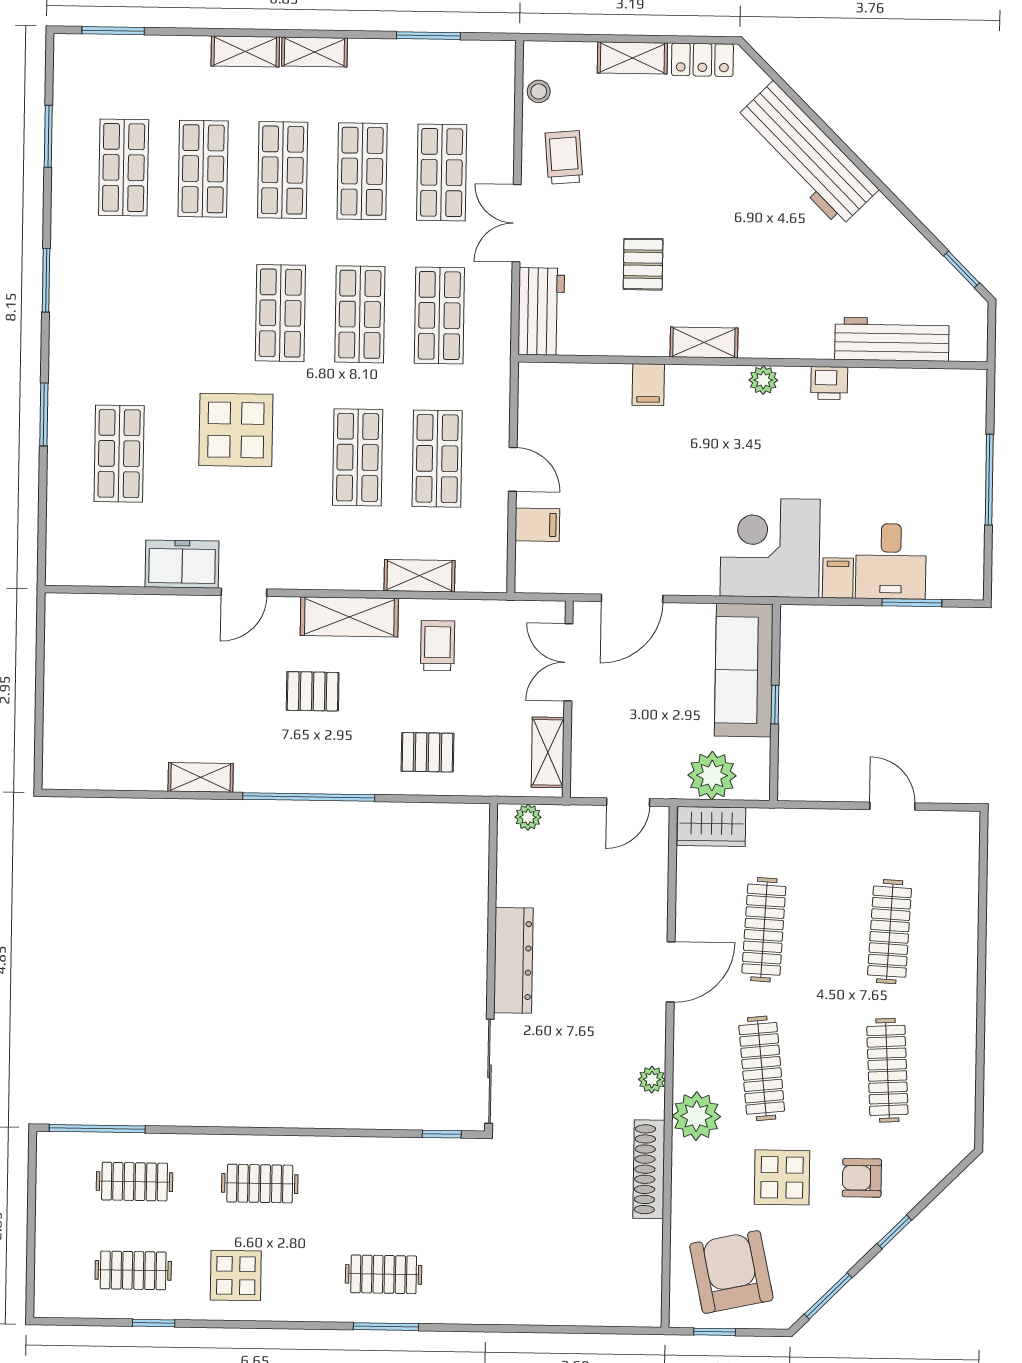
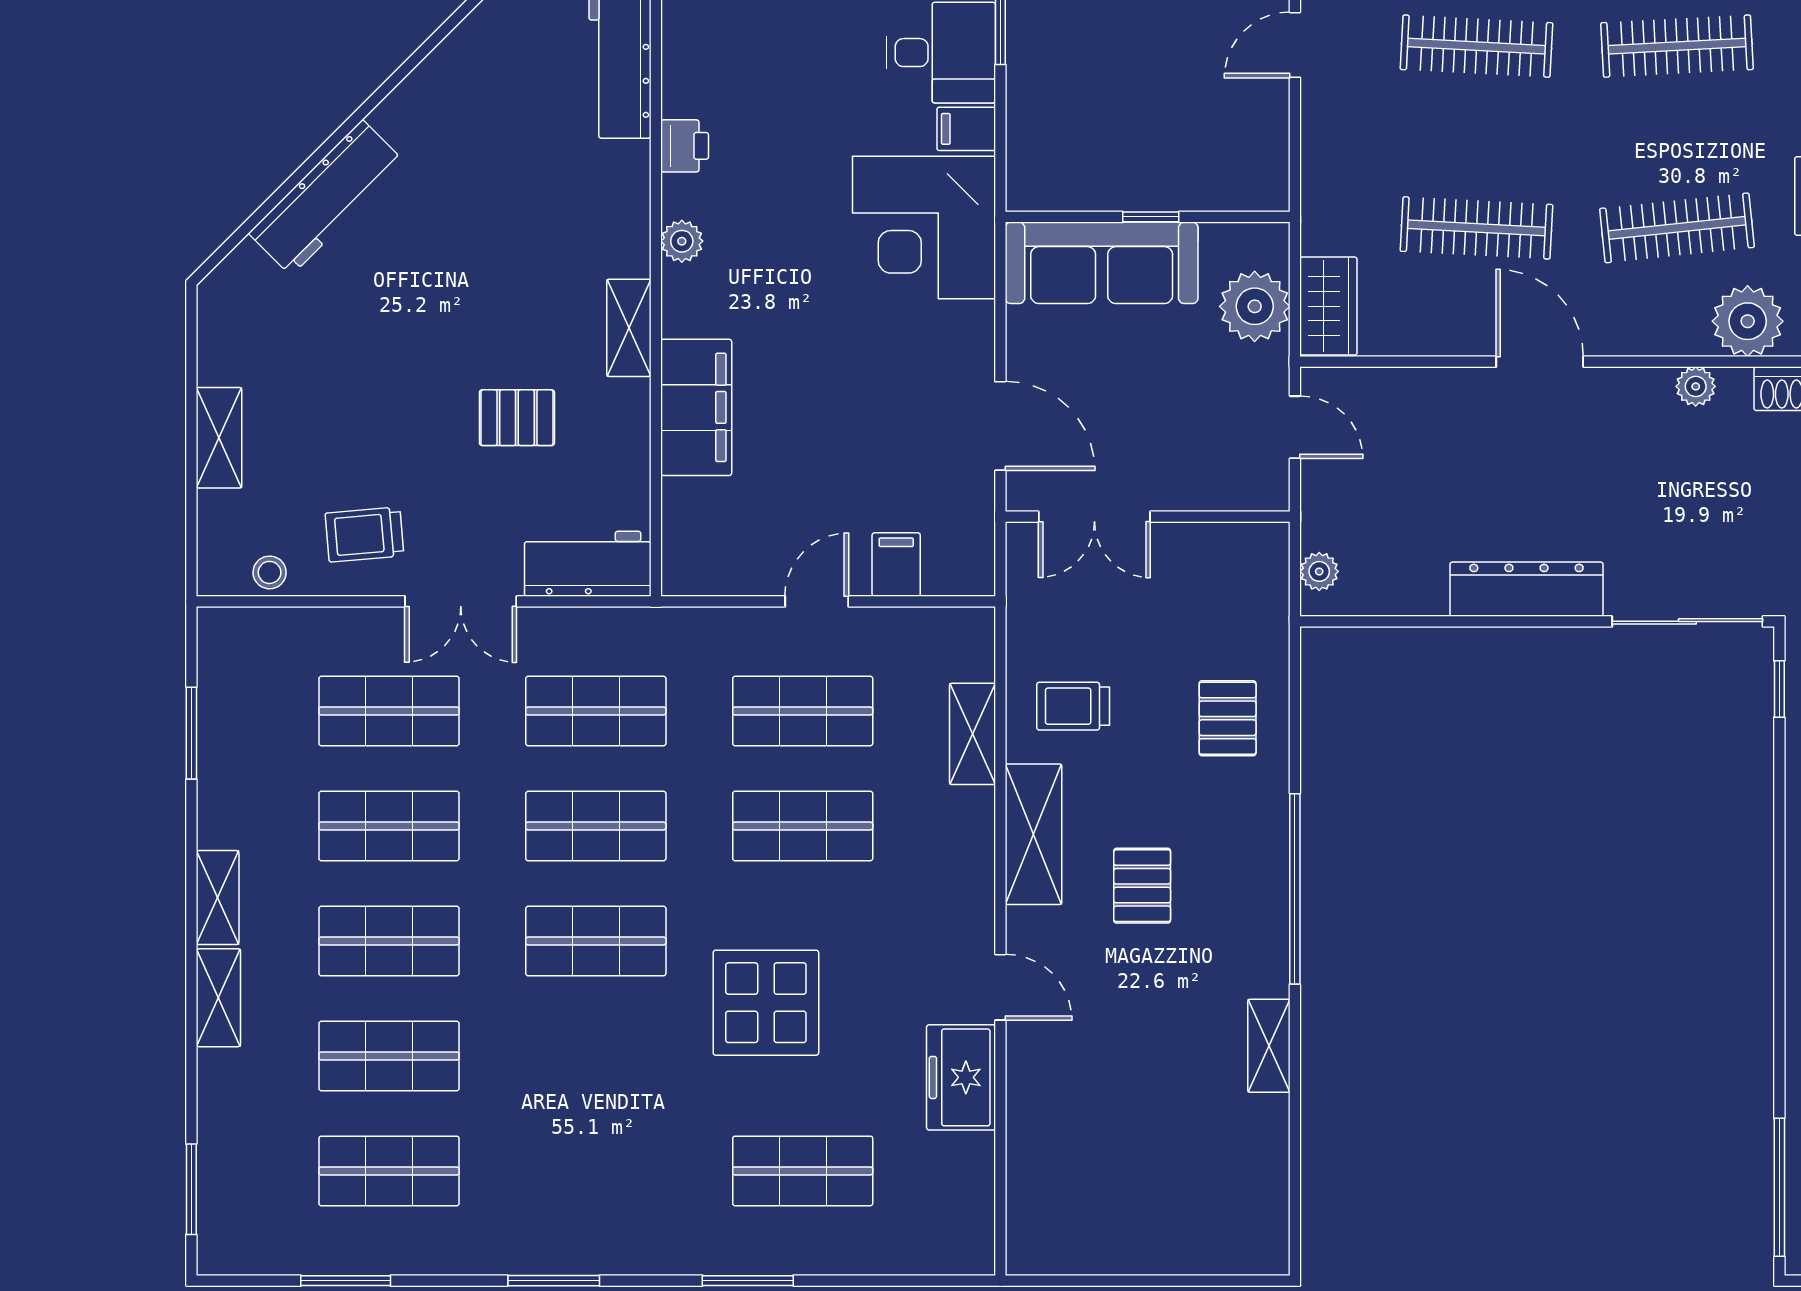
locker: (702, 60) -> (220, 336), removed
workbench: (806, 154) -> (327, 198), width x0.73, depth x0.76
filing cabinet: (648, 385) -> (696, 407), width x3.00, depth x1.17
shelving: (548, 752) -> (1225, 544), removed

